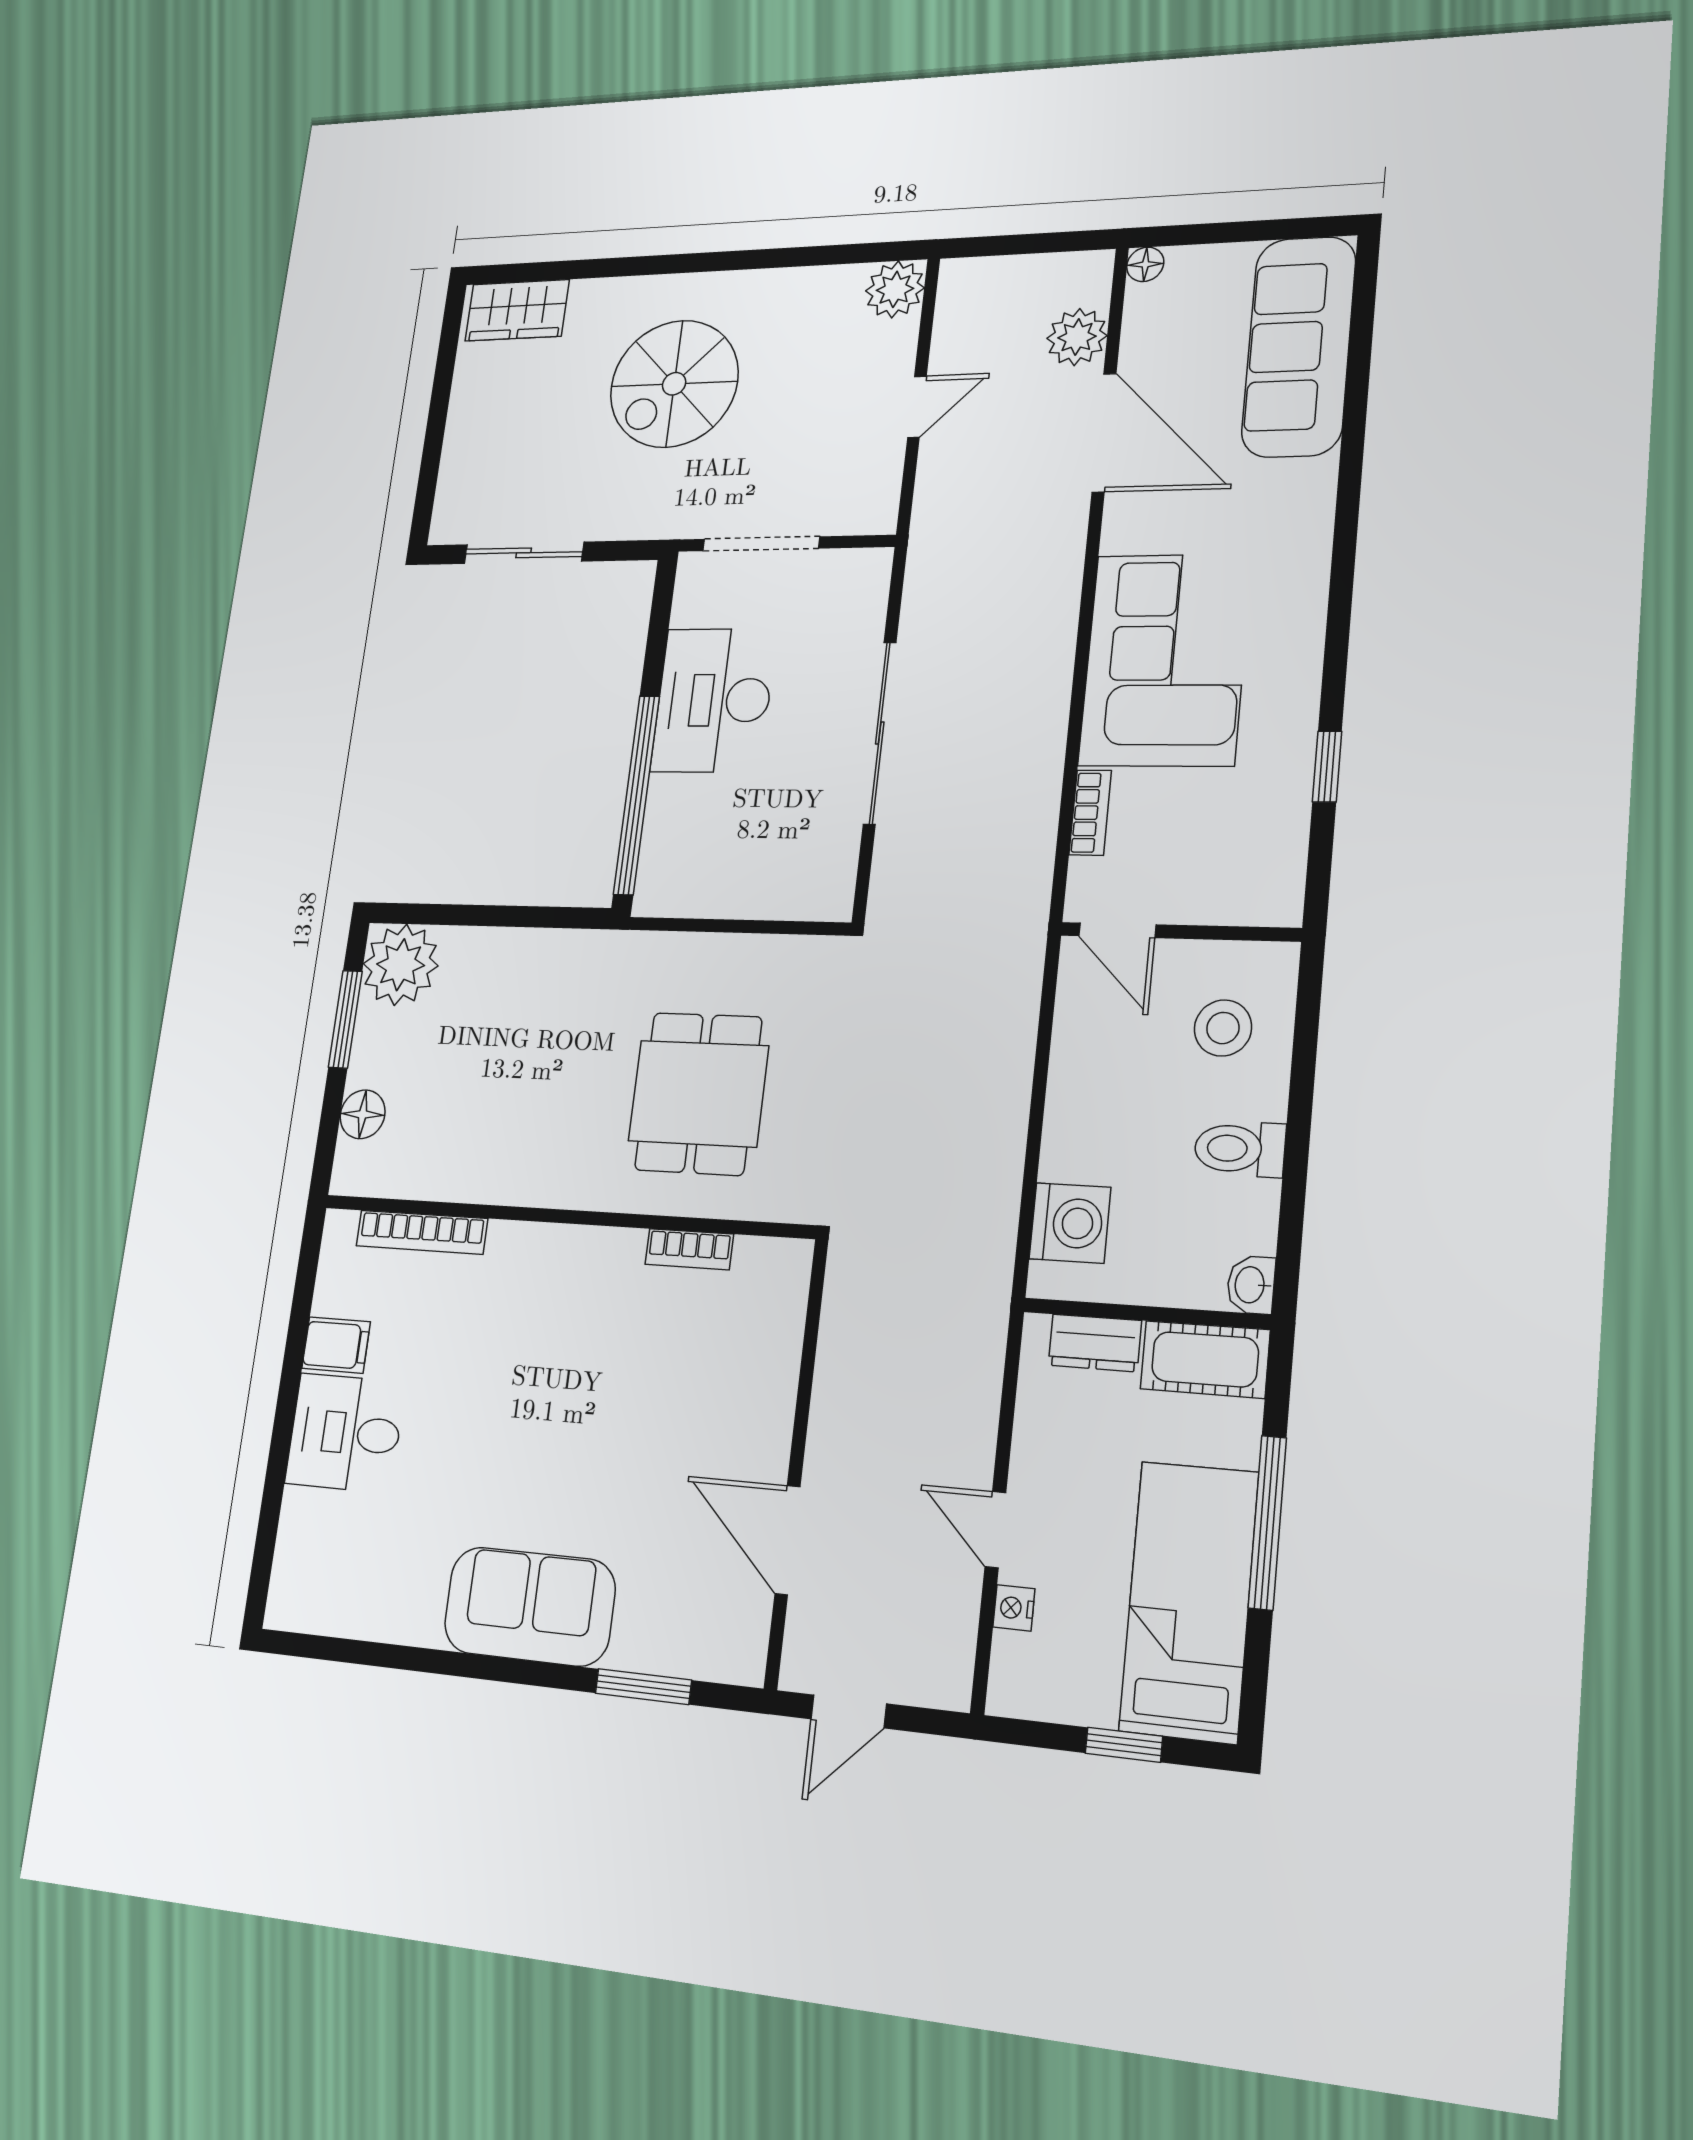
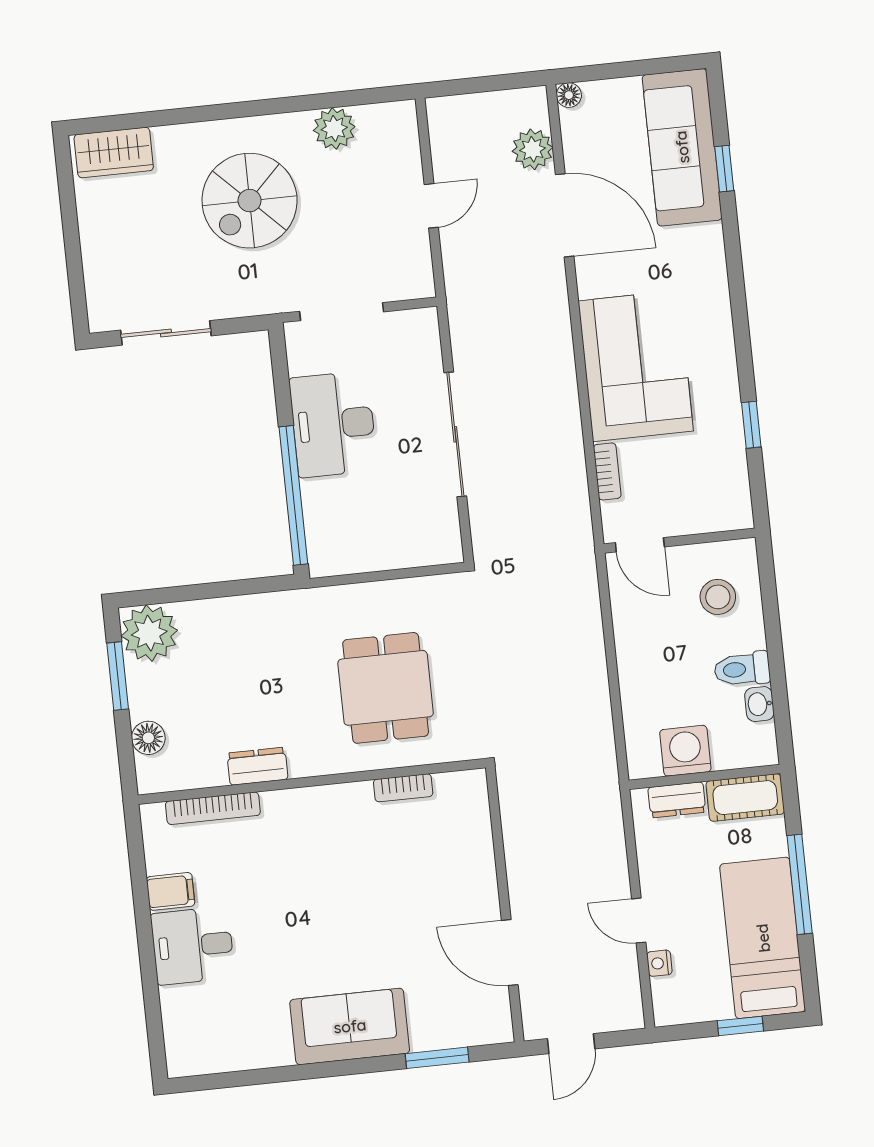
plant: (895, 289) -> (334, 128), moved
window: (1357, 381) -> (724, 169), added
dresser: (496, 1181) -> (257, 766), added
washing machine: (1070, 1223) -> (685, 751), moved, turned -90
washbasin: (1251, 1285) -> (759, 704), moved

